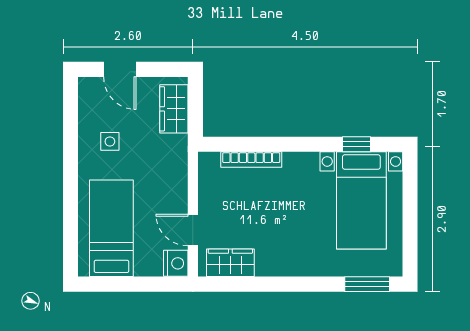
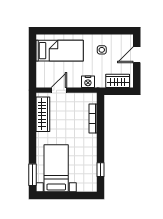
bed with nightstands: (361, 200) -> (56, 168), moved, turned 90
nightstand: (176, 263) -> (88, 82), moved
wardrobe: (230, 263) -> (43, 114), width x1.50

